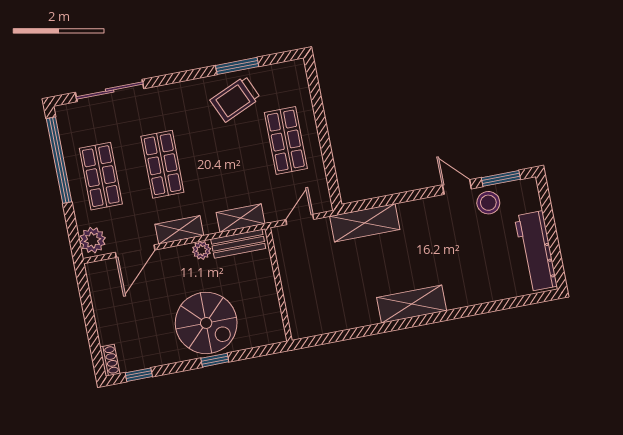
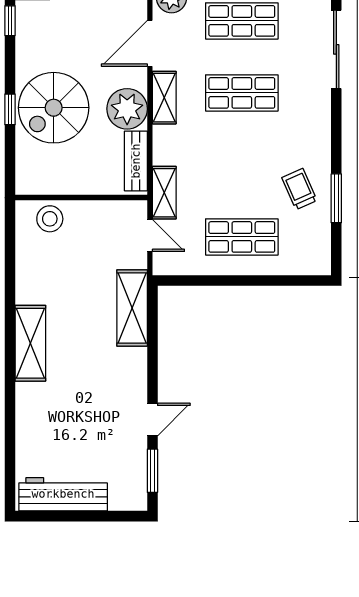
trolley: (235, 99) -> (299, 189), width x0.73, depth x0.72
stool: (488, 203) -> (50, 219), moved
shelving: (241, 218) -> (164, 193), moved
plant: (202, 250) -> (127, 109), width x1.88, depth x1.88
door: (135, 251) -> (150, 43), hinge flipped

